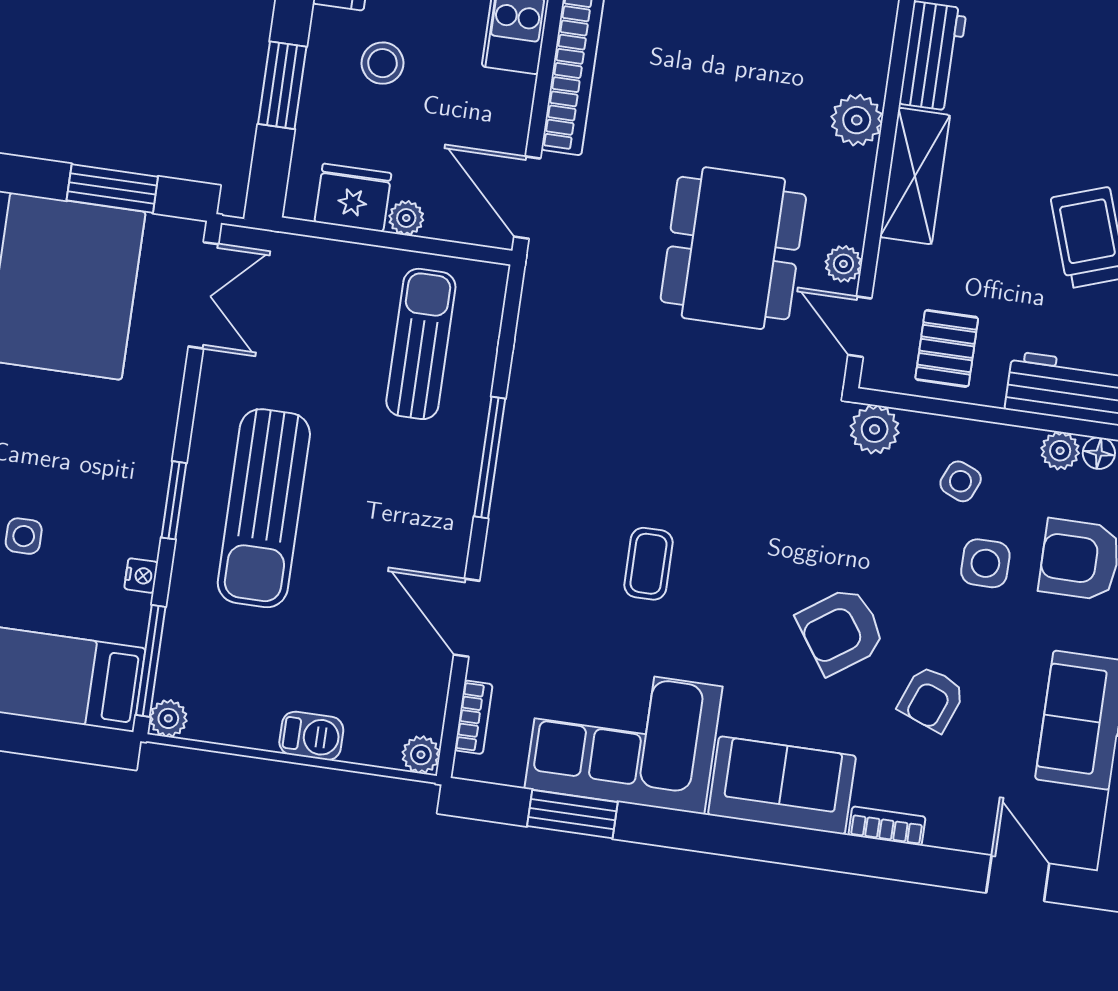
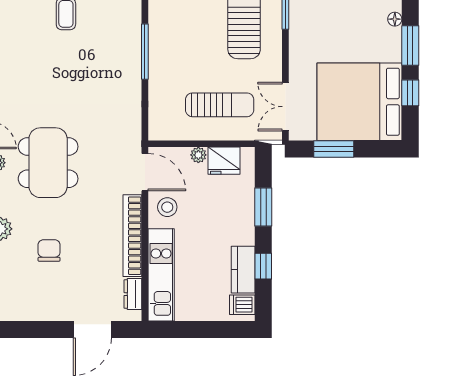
chair: (759, 58) -> (49, 251), added
stool: (383, 63) -> (167, 207), moved
sun lounger: (421, 344) -> (220, 105), moved, turned -90

